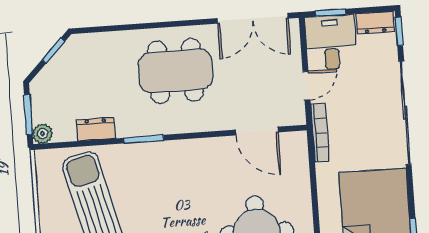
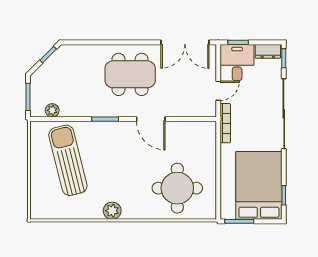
dresser: (96, 129) -> (73, 110), removed
door: (257, 131) -> (151, 119), moved
plant: (43, 134) -> (52, 110), moved

